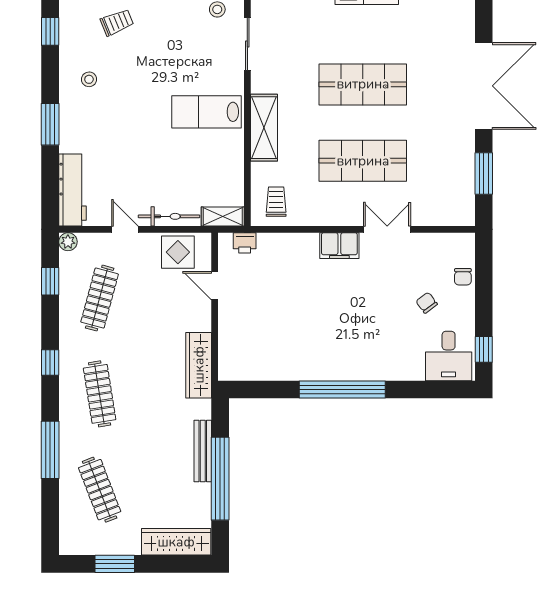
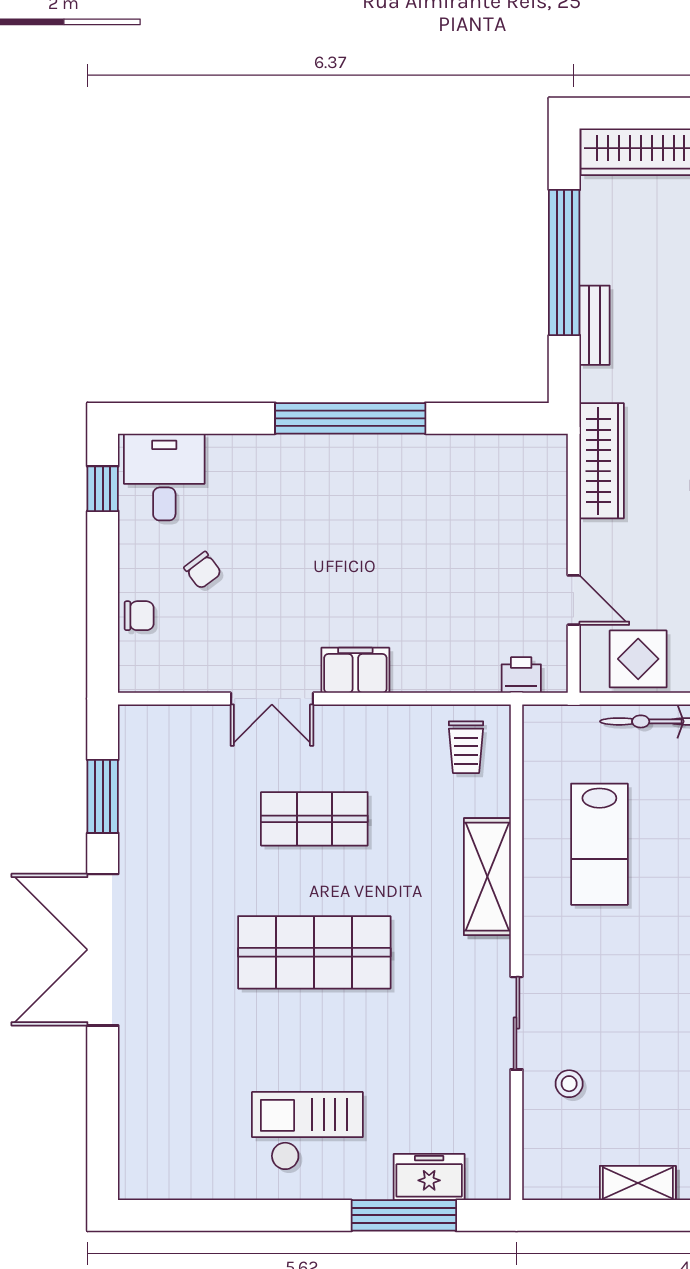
lab bench: (207, 112) -> (599, 844), moved, turned 90
shop shelf: (363, 161) -> (314, 819), width x0.70, depth x0.74
shelving: (223, 216) -> (559, 721), removed
chair: (463, 277) -> (139, 616), turned 90
bench: (203, 451) -> (595, 325), width x0.73

